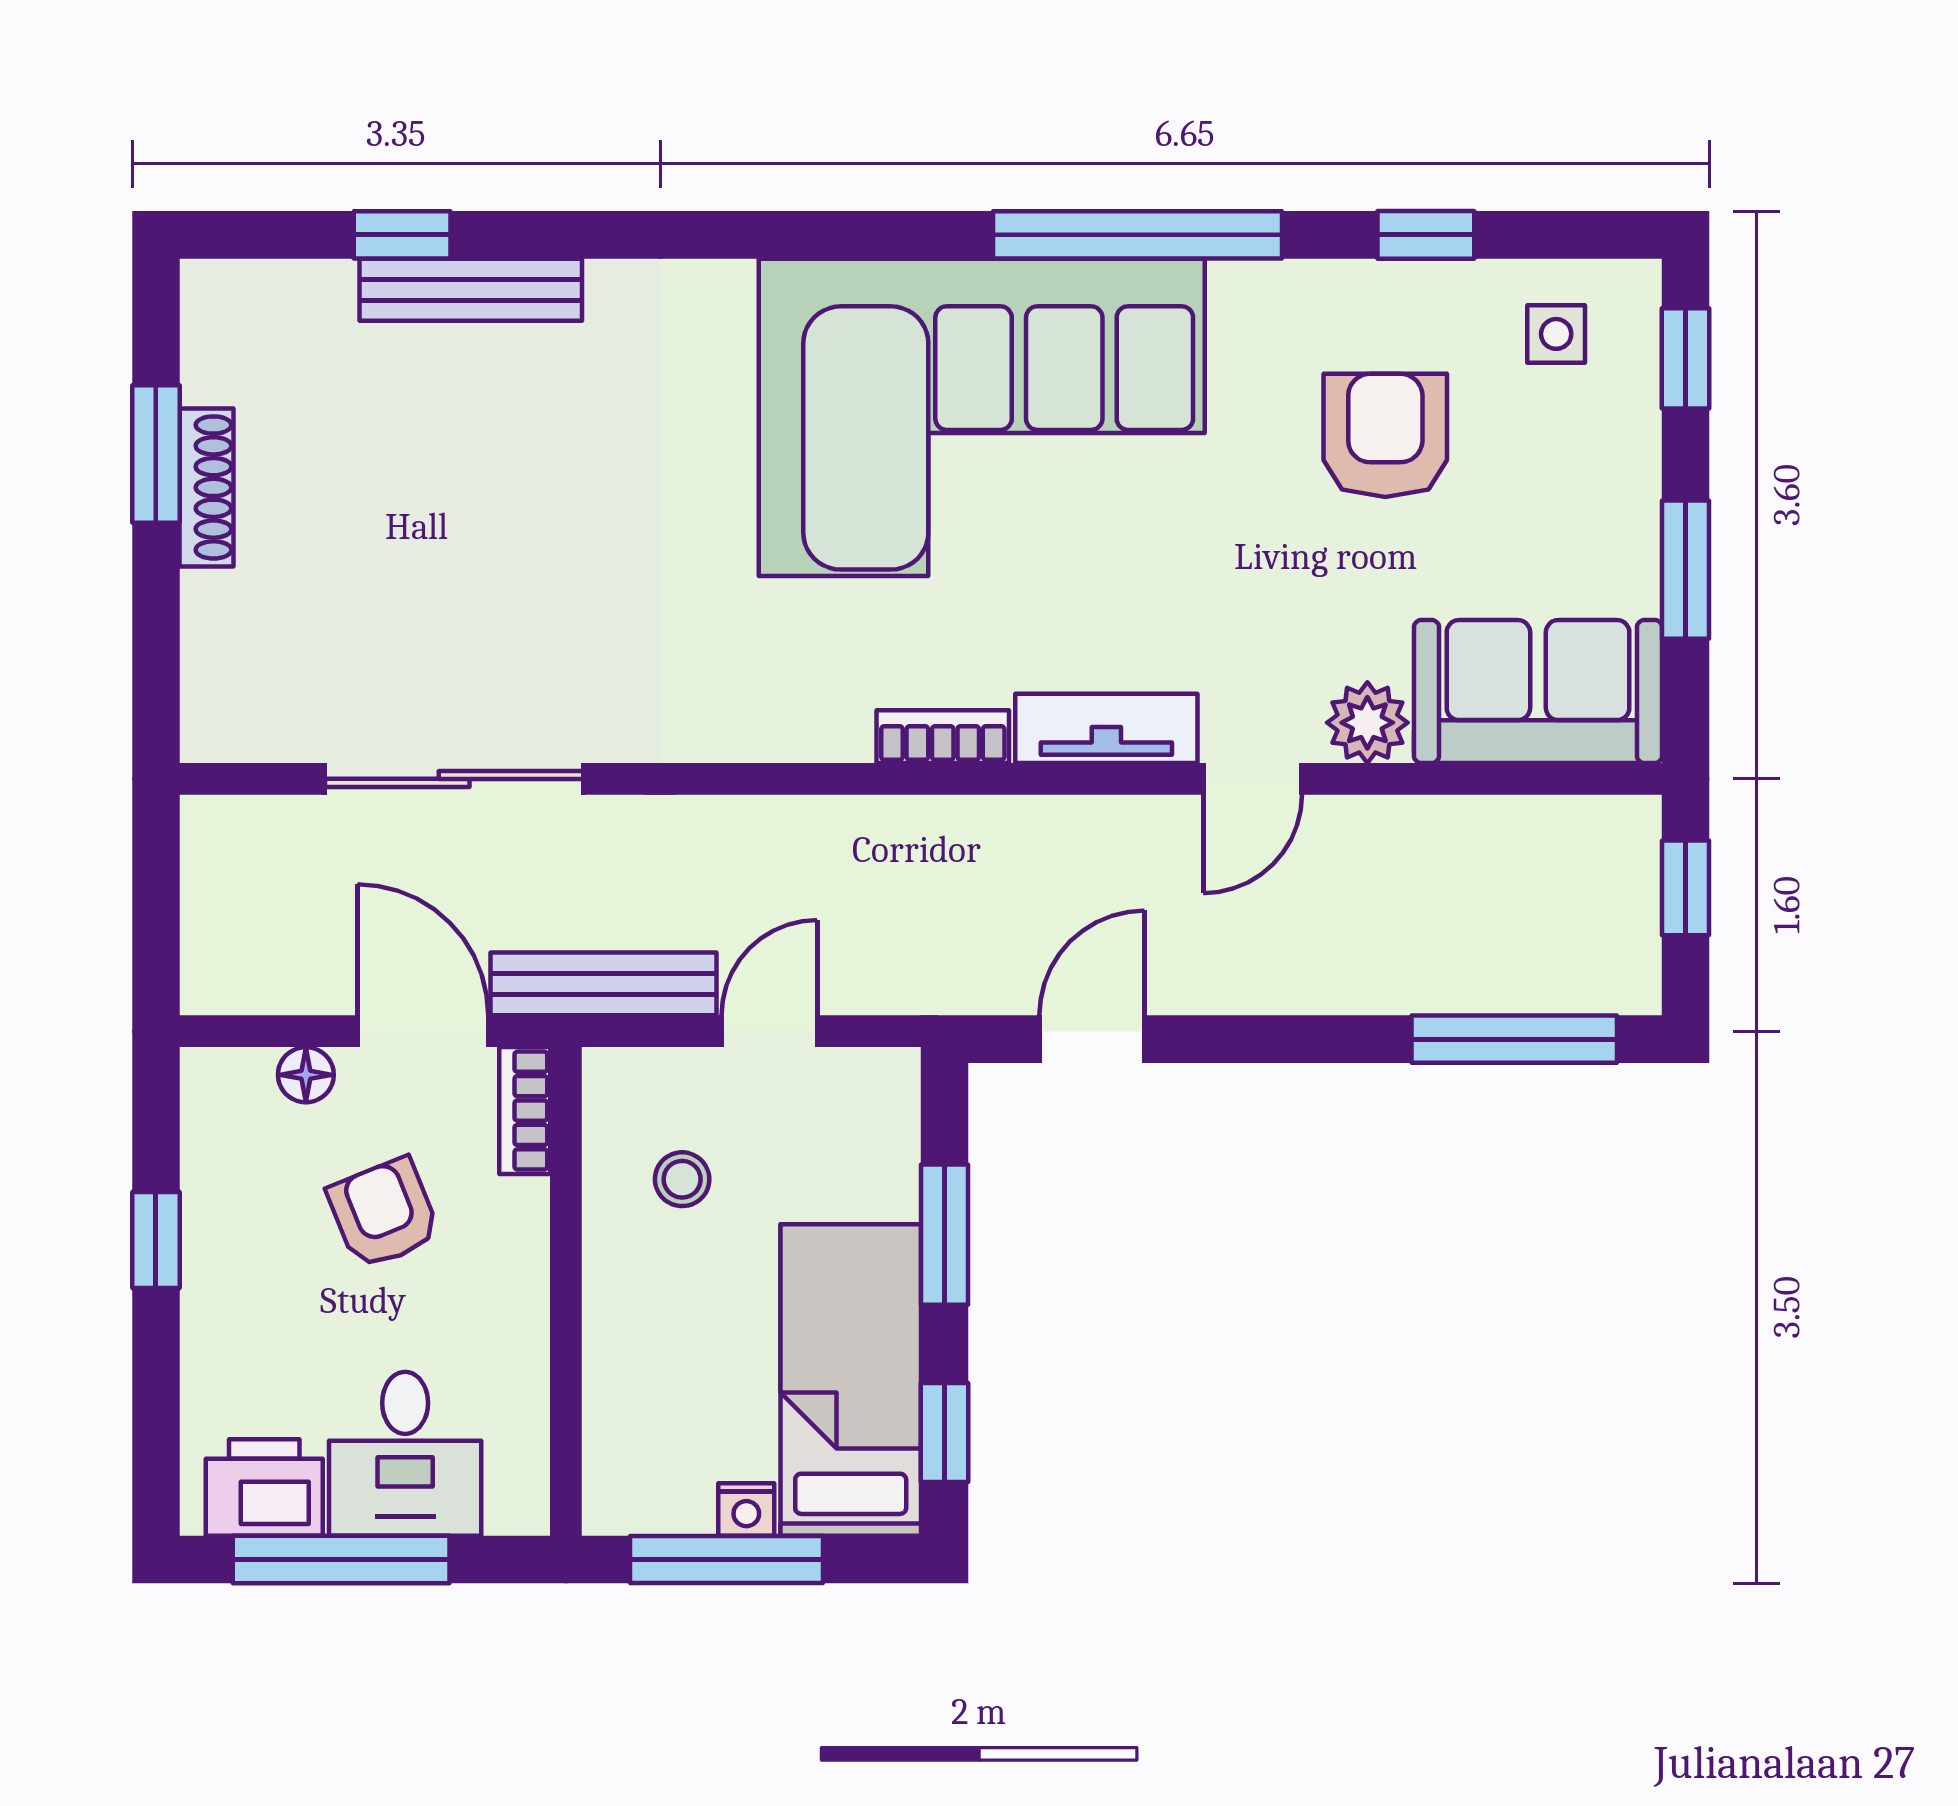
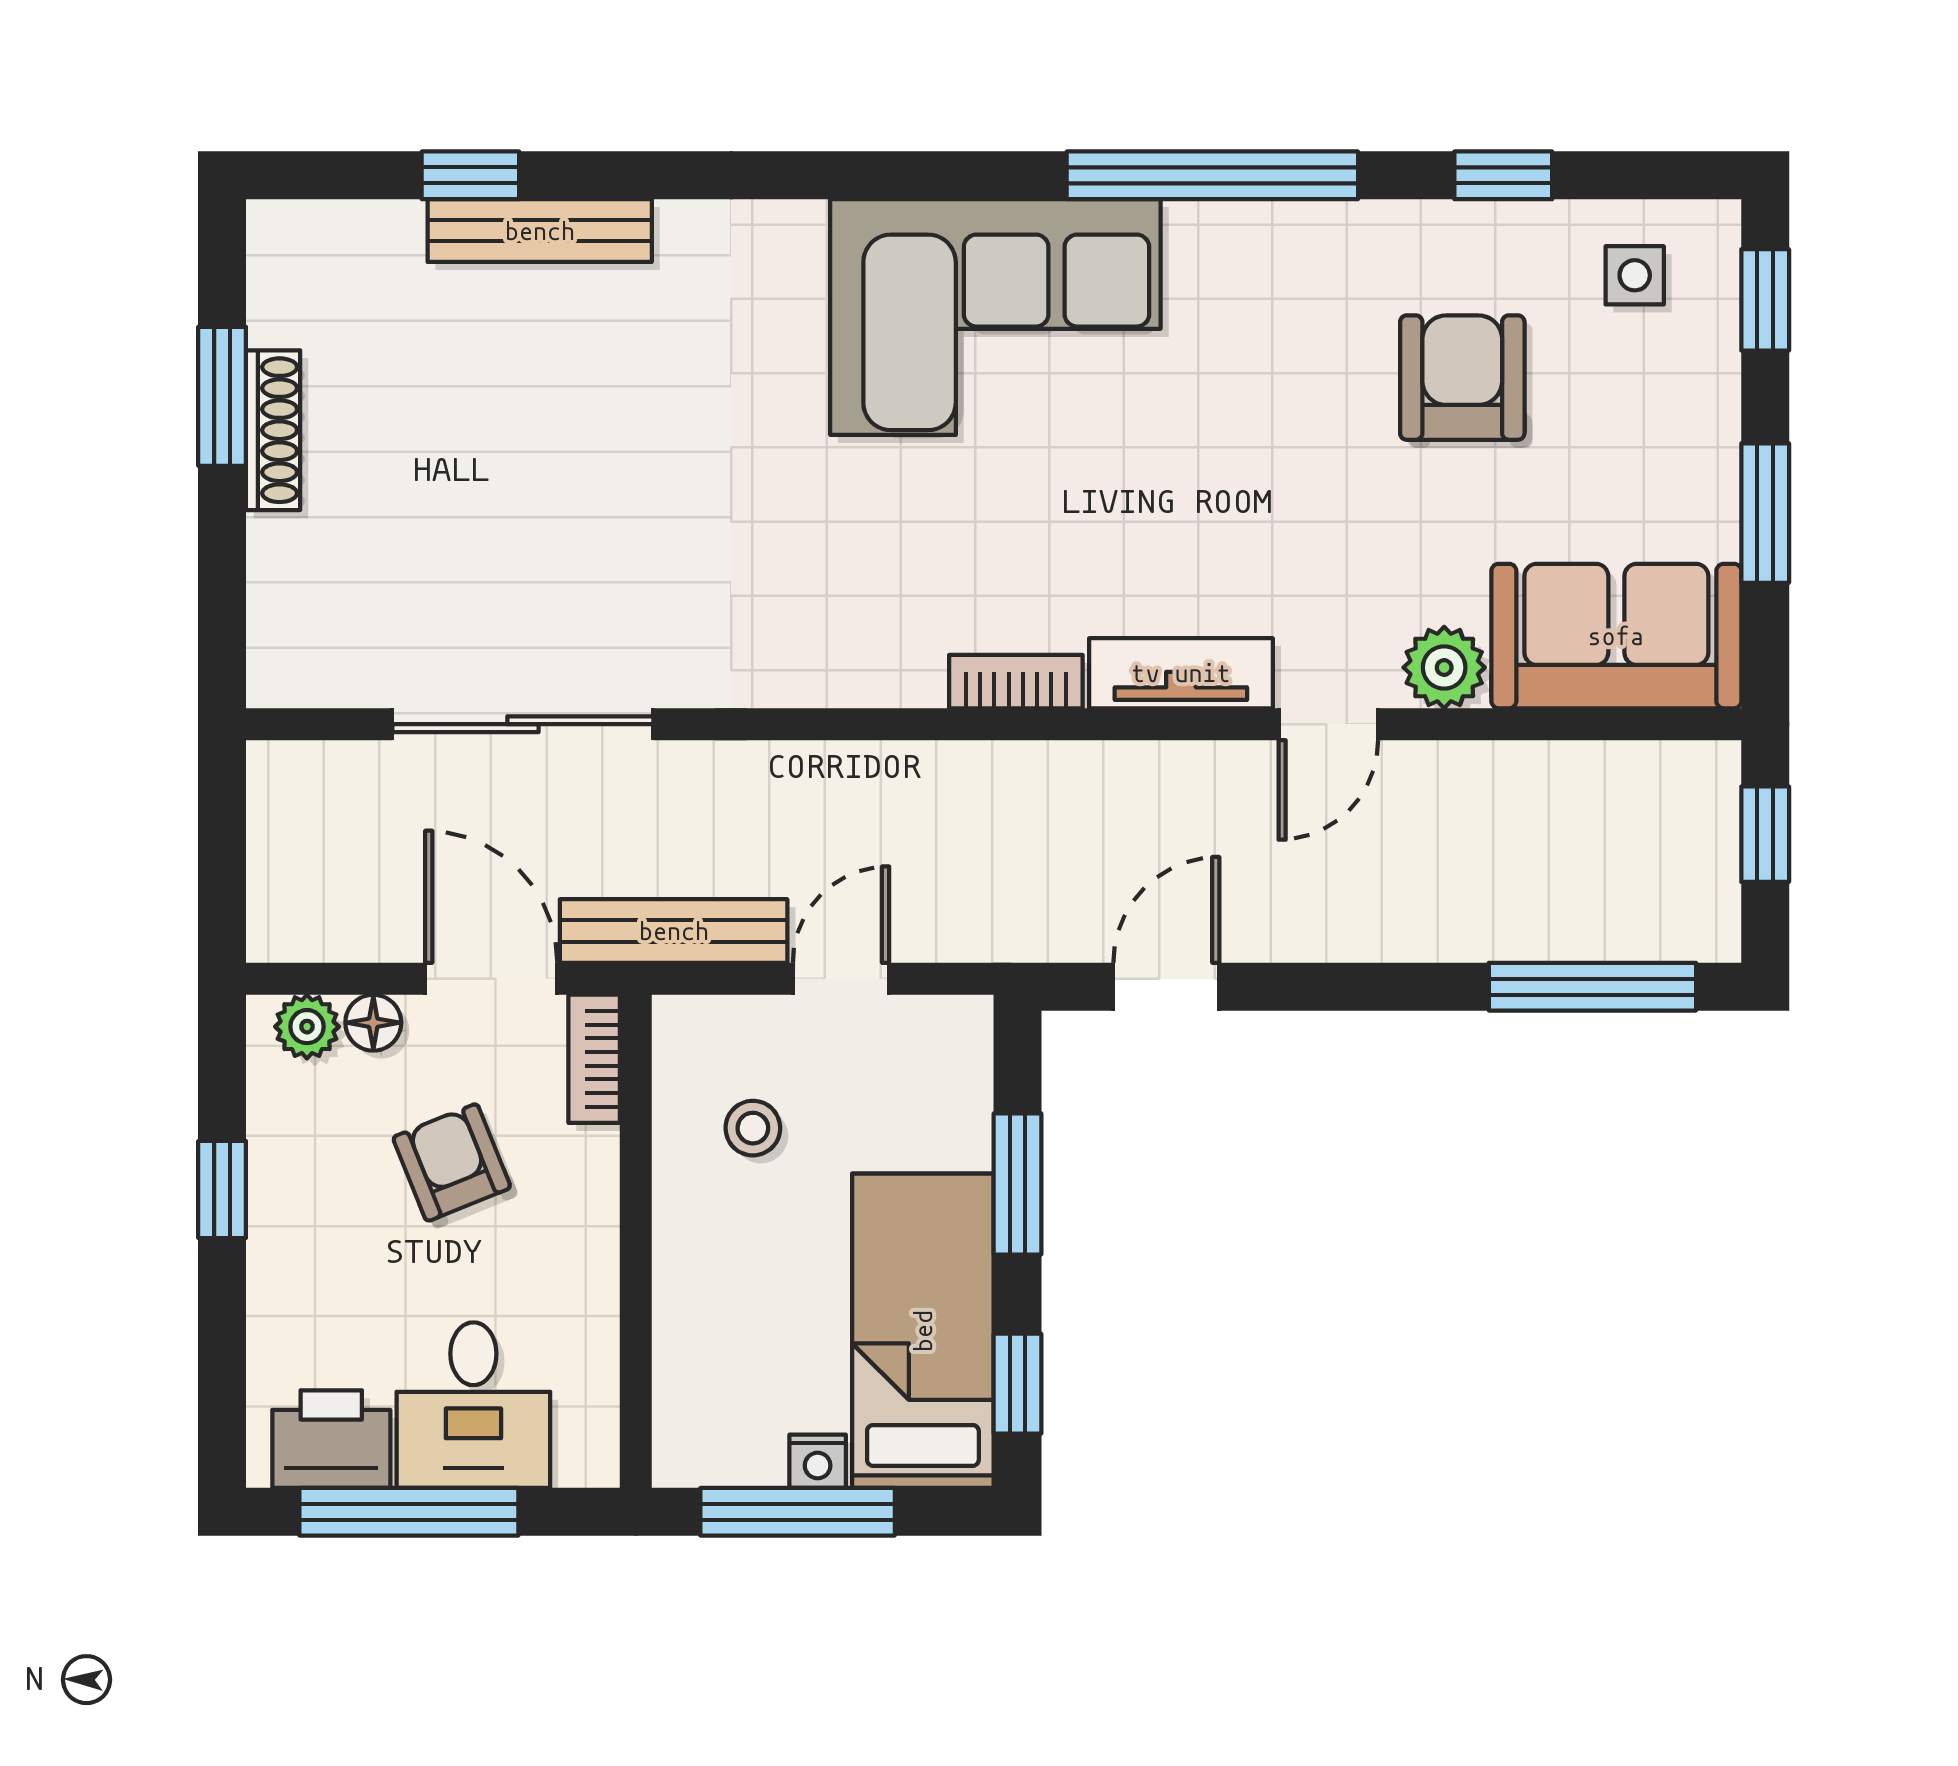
corner sofa: (982, 417) -> (995, 317), width x0.73, depth x0.74
plant: (240, 1079) -> (307, 1027), added

